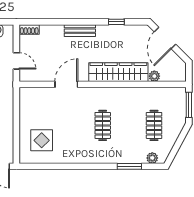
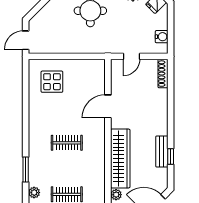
shoe rack: (29, 29) -> (163, 74), width x1.43
bench: (80, 31) -> (162, 151), moved
door: (66, 84) -> (108, 106), swing flipped

